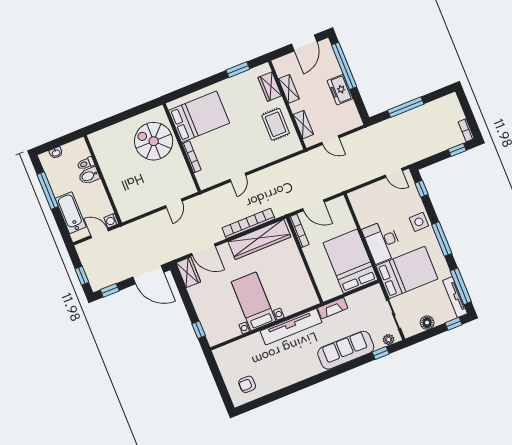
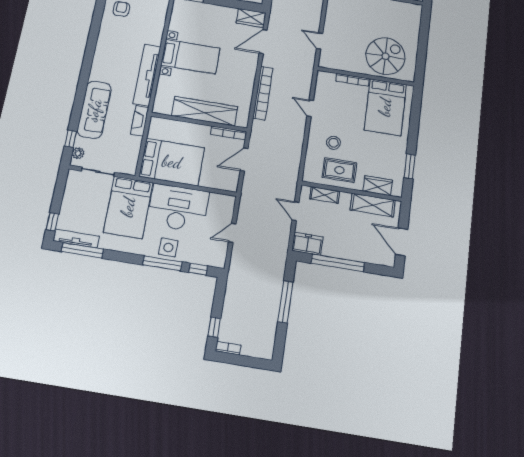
window: (344, 66) -> (338, 263), moved
shelving: (289, 89) -> (373, 205), width x1.50, depth x1.33
freezer: (340, 90) -> (307, 244), moved
door: (330, 140) -> (296, 211), hinge flipped
stool: (256, 142) -> (333, 143), added
door: (394, 173) -> (232, 233), moved
wardrobe: (260, 239) -> (205, 111), moved, turned 90
window: (442, 239) -> (162, 263), moved
desk: (382, 242) -> (178, 208), width x1.36, depth x1.30
floor lamp: (427, 323) -> (70, 198), removed

